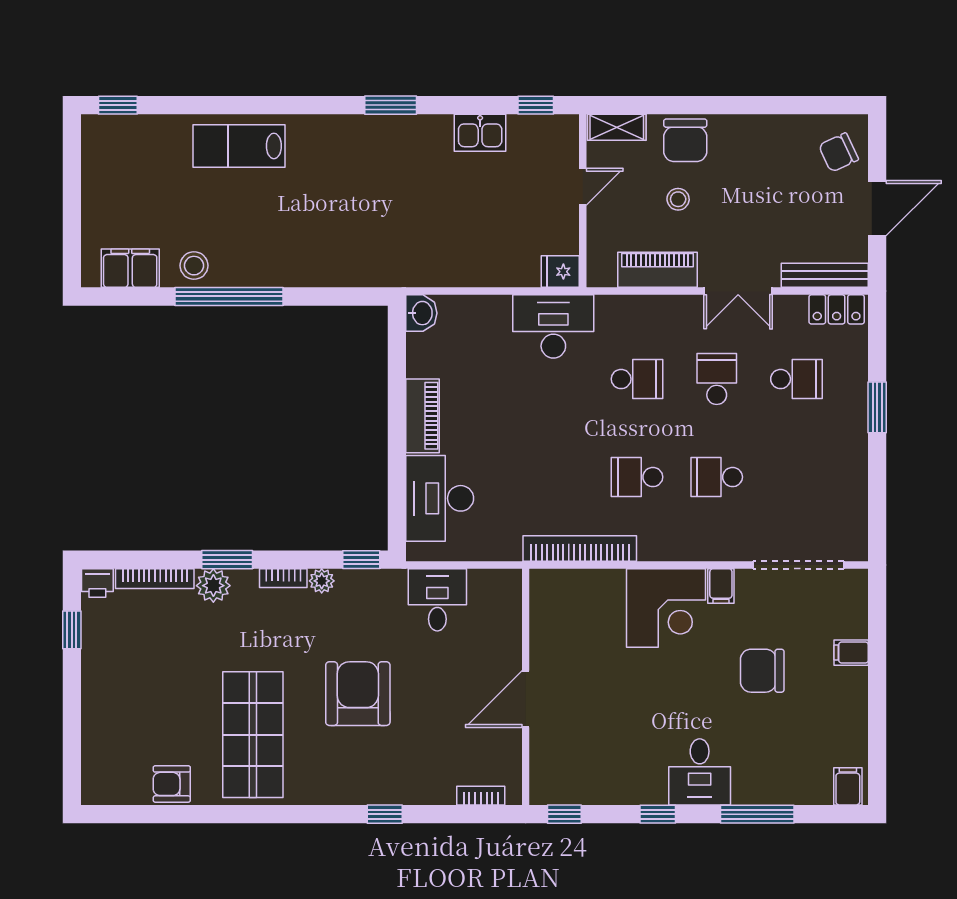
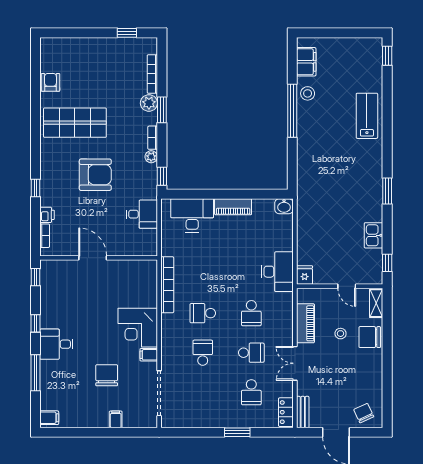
bench: (825, 275) -> (303, 412), width x0.73
school desk: (637, 477) -> (203, 313), turned -90
printer: (97, 583) -> (47, 215), moved, turned 180

